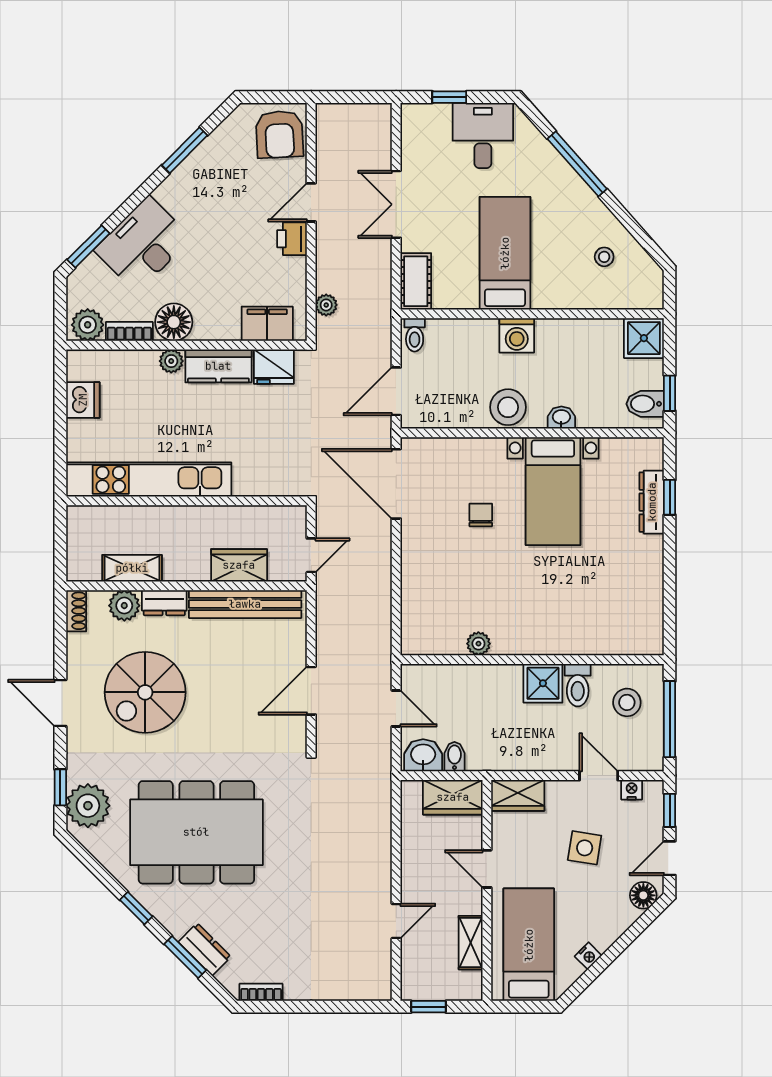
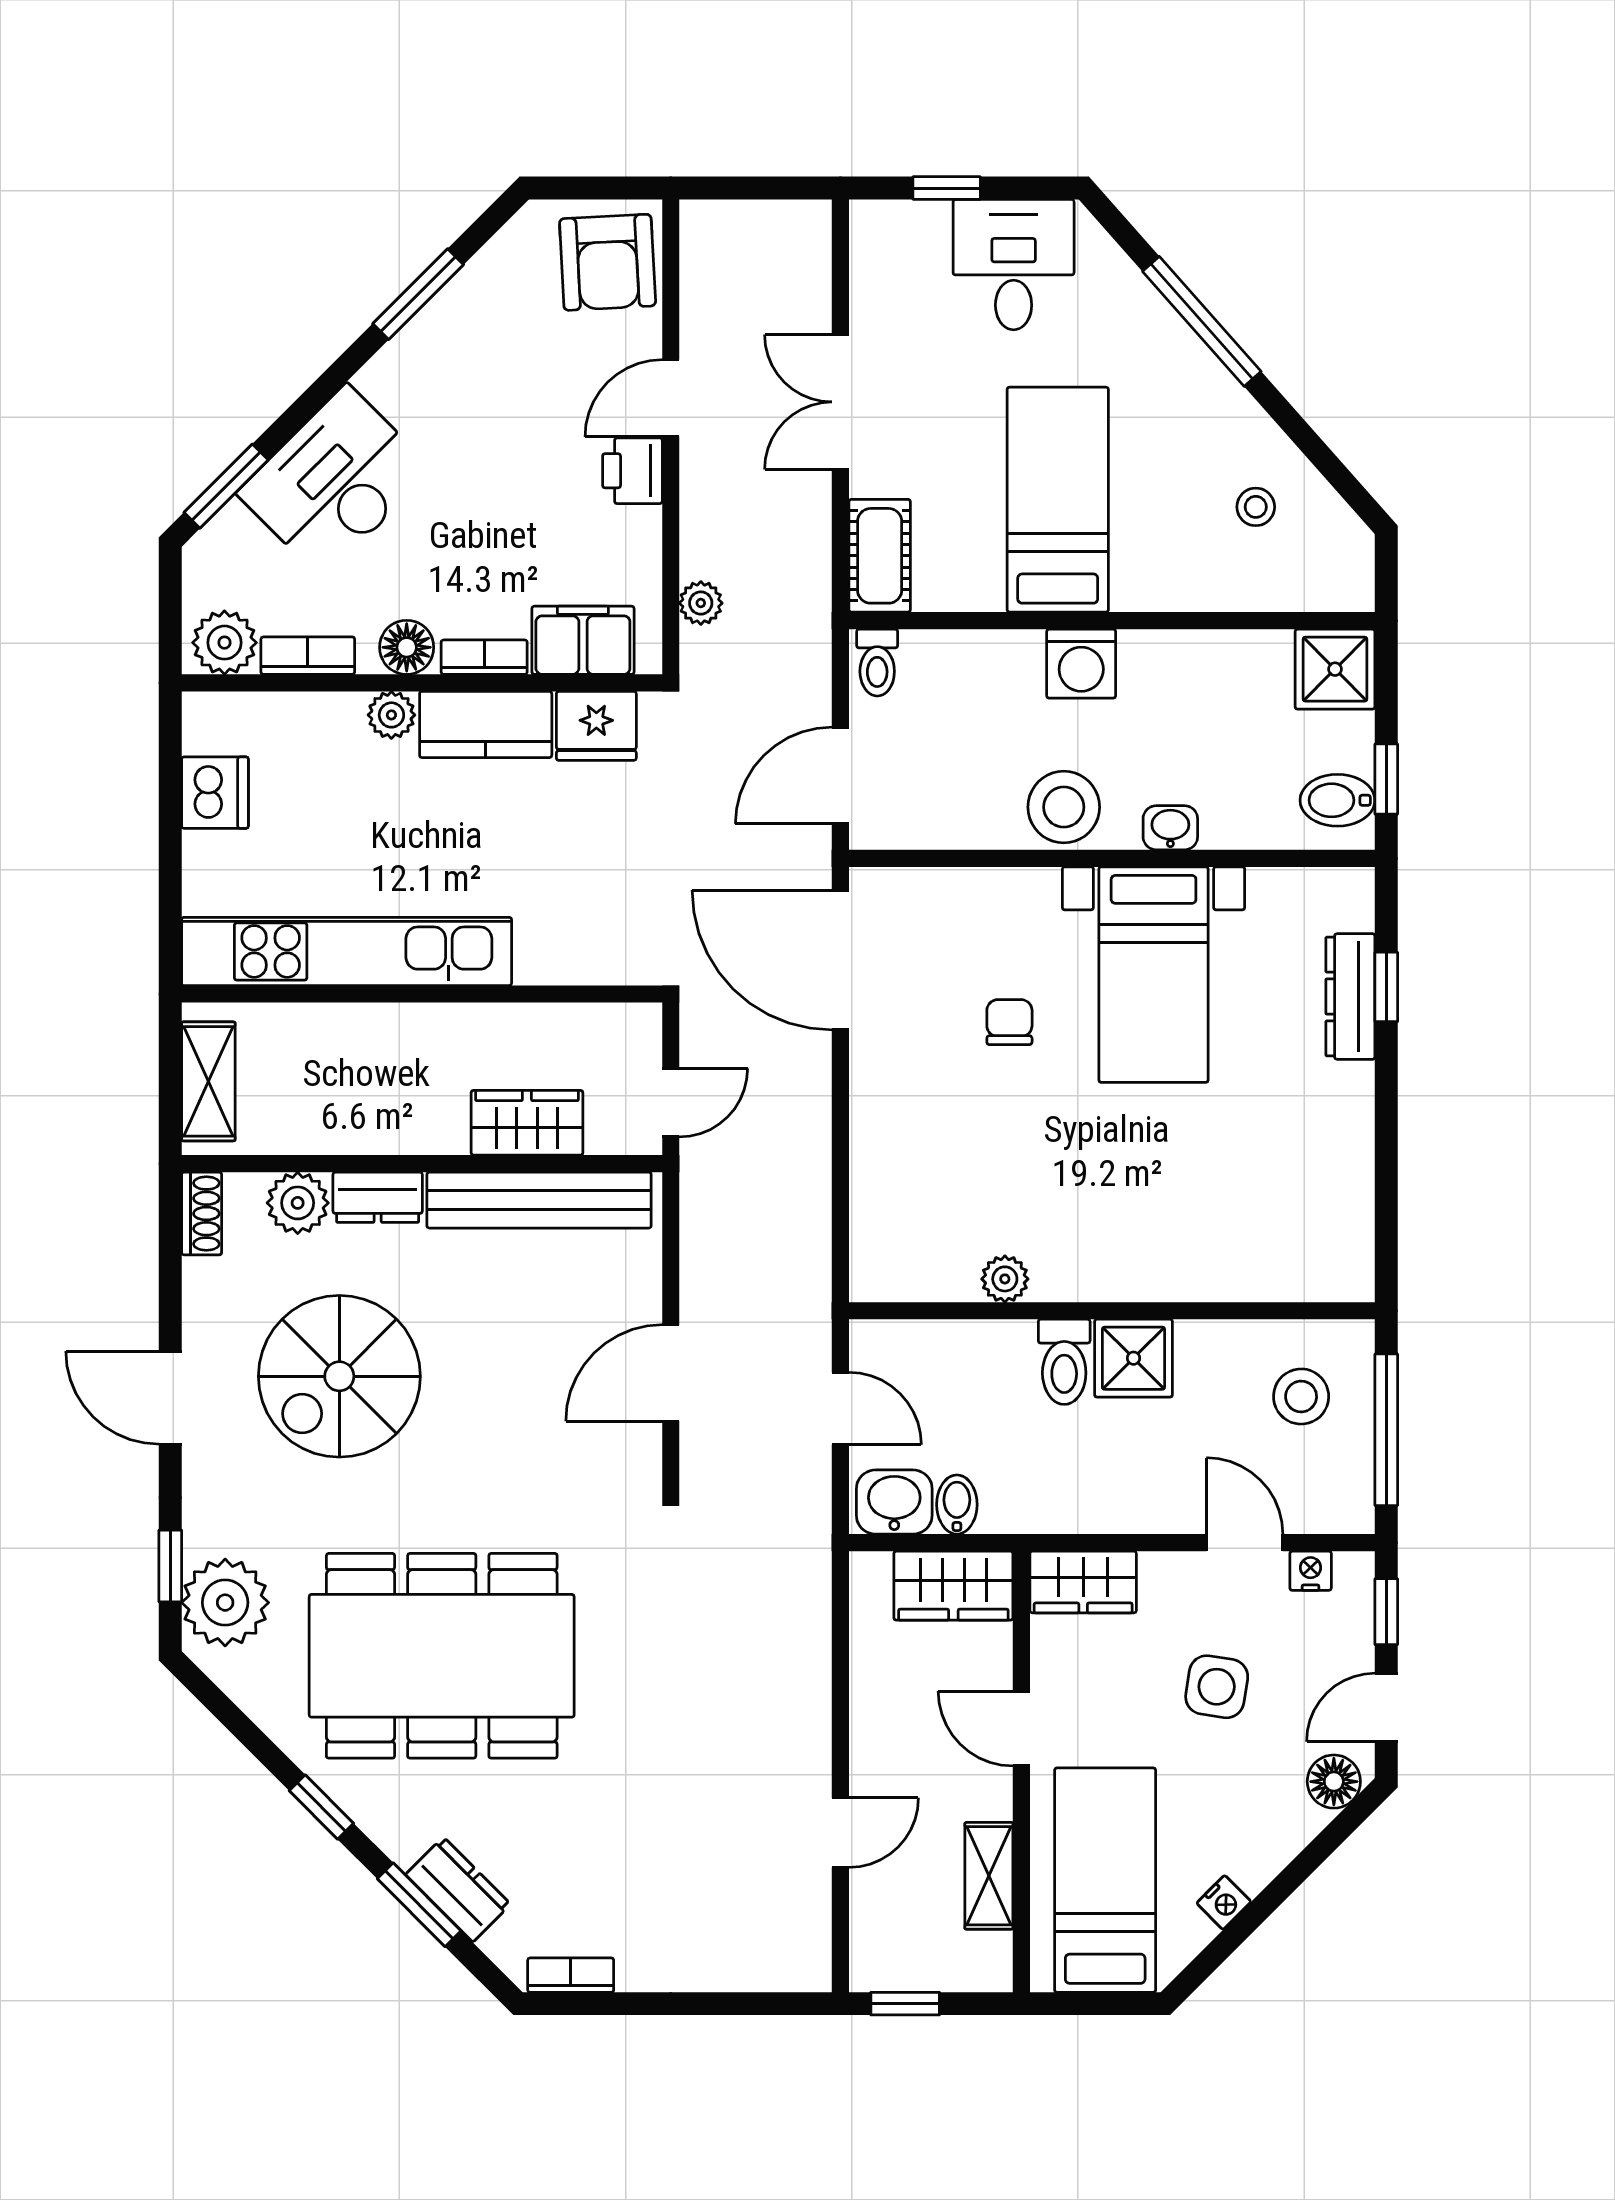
floor lamp: (174, 322) -> (407, 647), width x0.73, depth x0.73
bookcase: (218, 332) -> (484, 657), added
shelving: (132, 568) -> (208, 1081), moved, turned 90
toilet: (578, 685) -> (1064, 1362), moved

